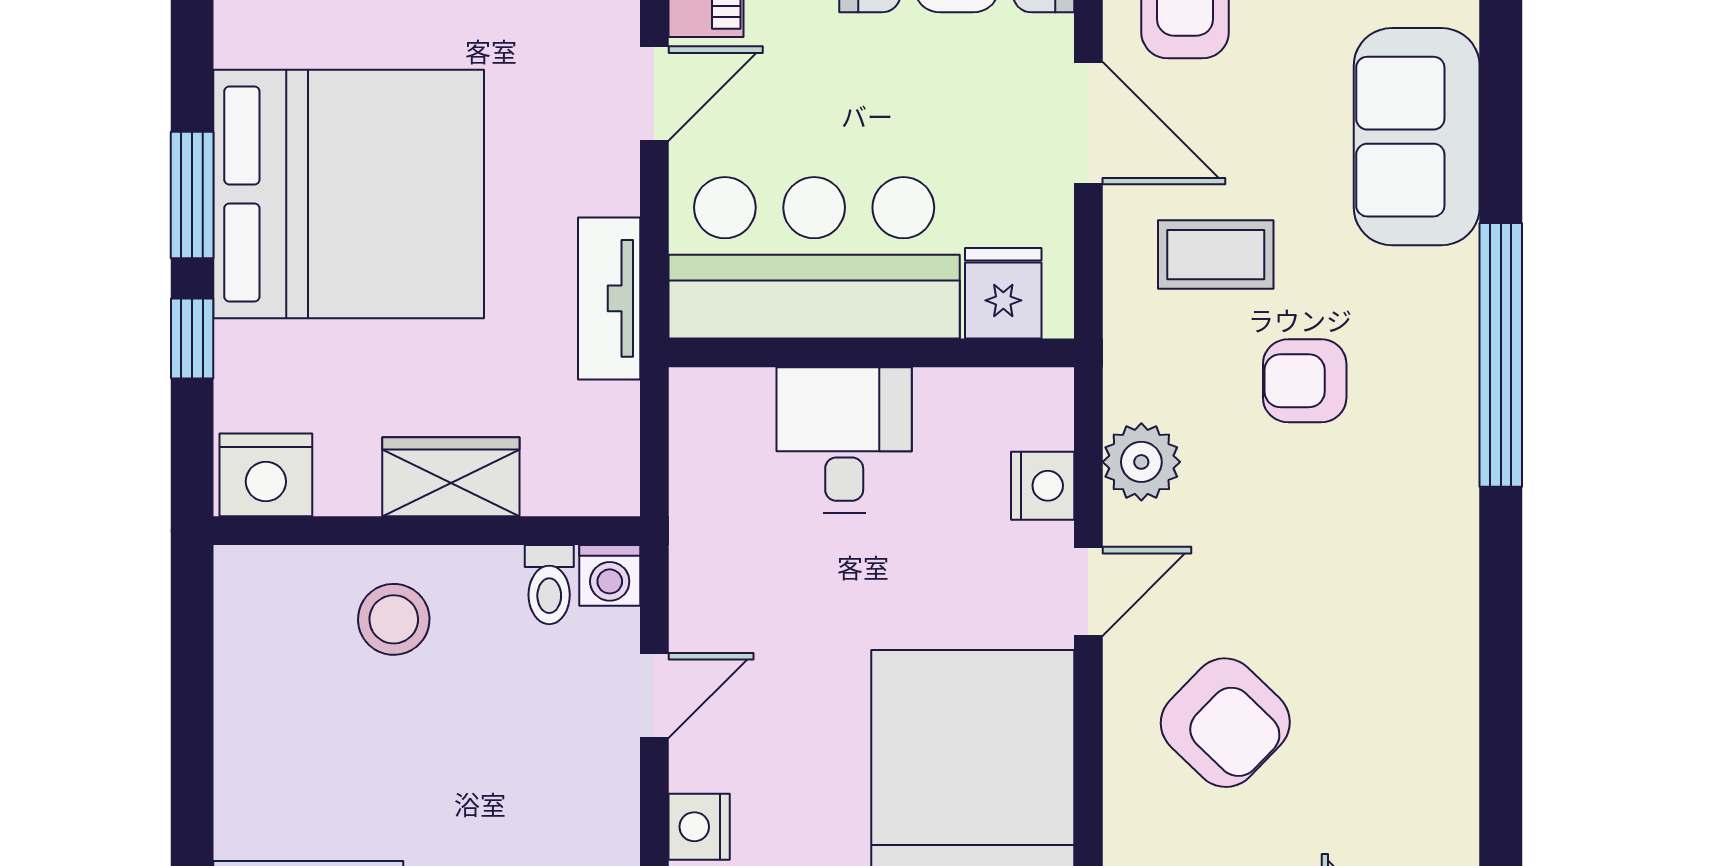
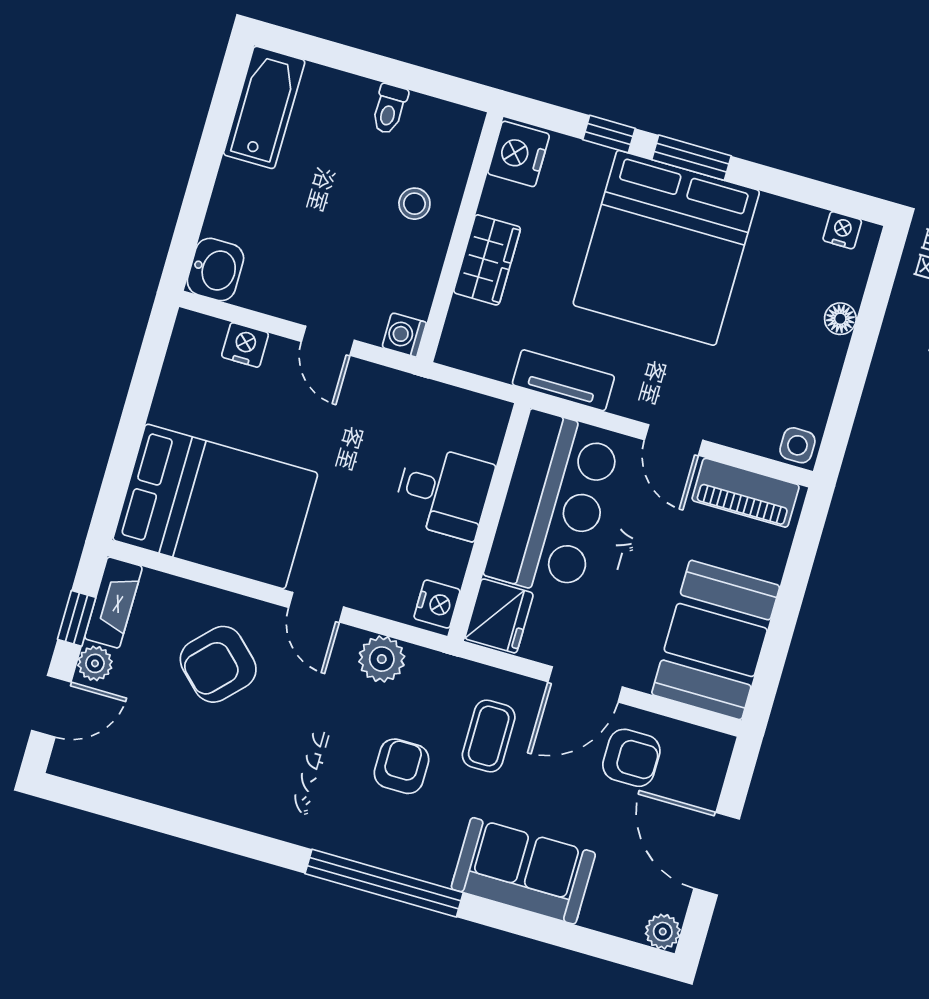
fridge: (1003, 293) -> (499, 616), width x1.38
nightstand: (1043, 486) -> (437, 604), moved, turned -90
toilet: (549, 585) -> (389, 109), moved, turned -90
stool: (394, 619) -> (414, 204), width x0.73, depth x0.73

